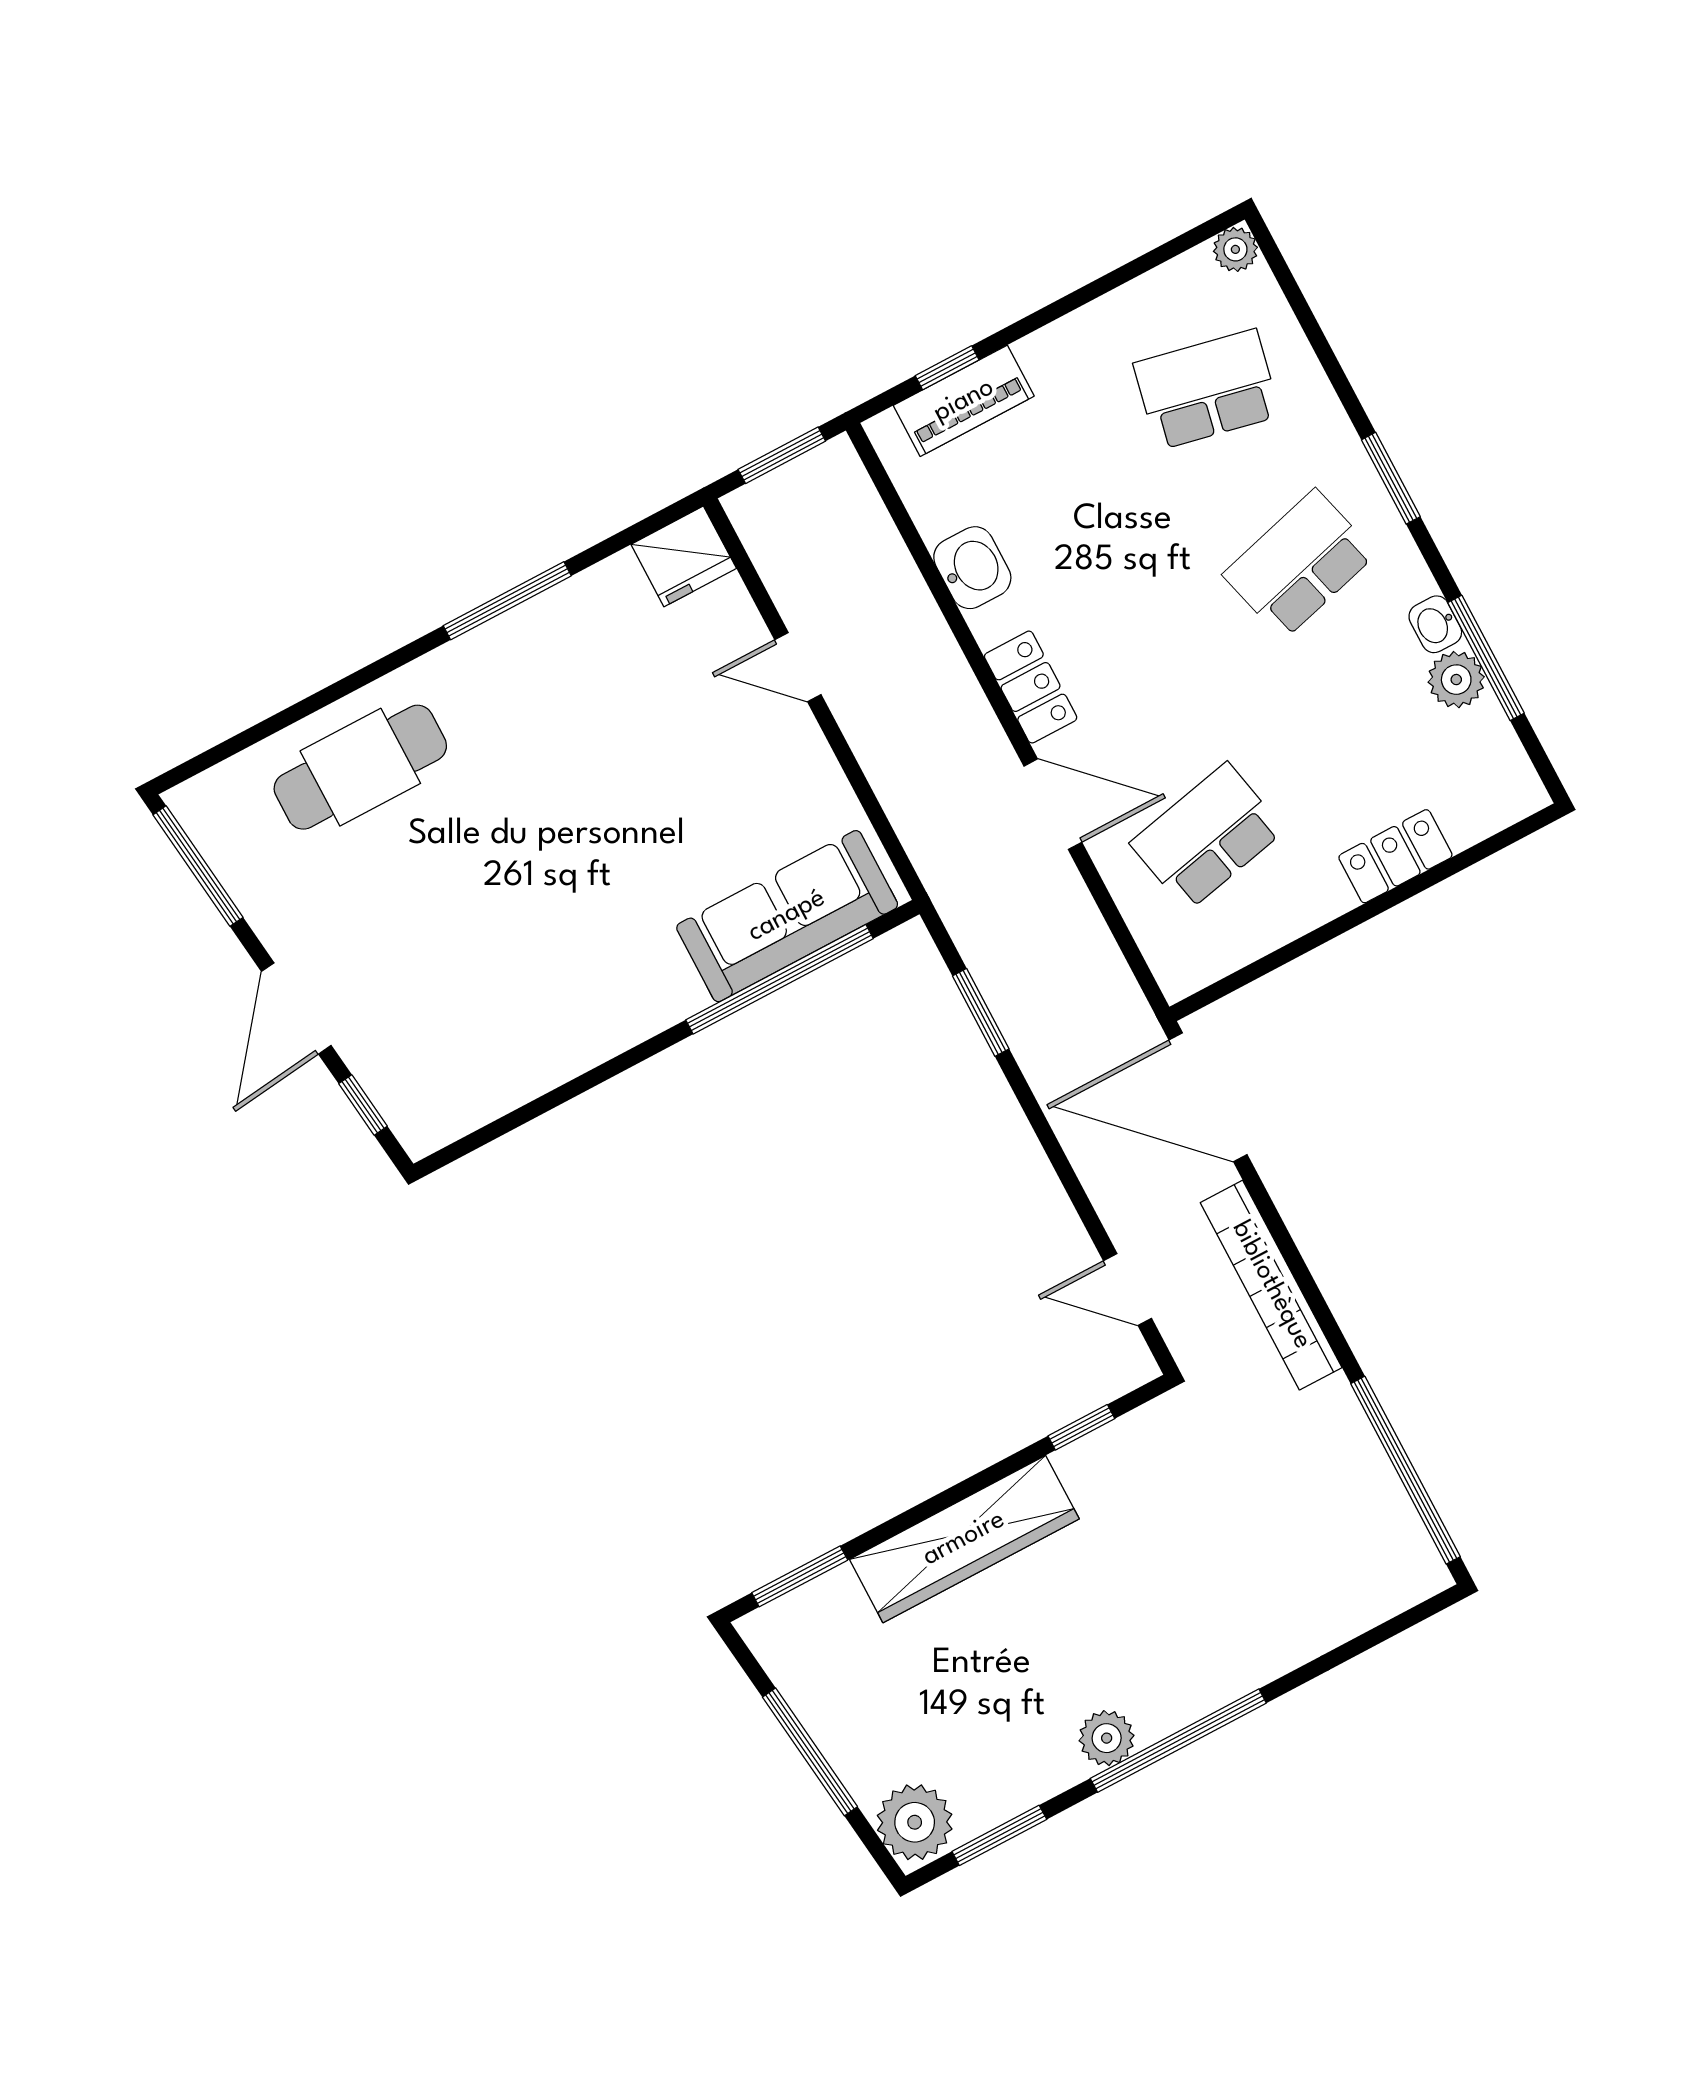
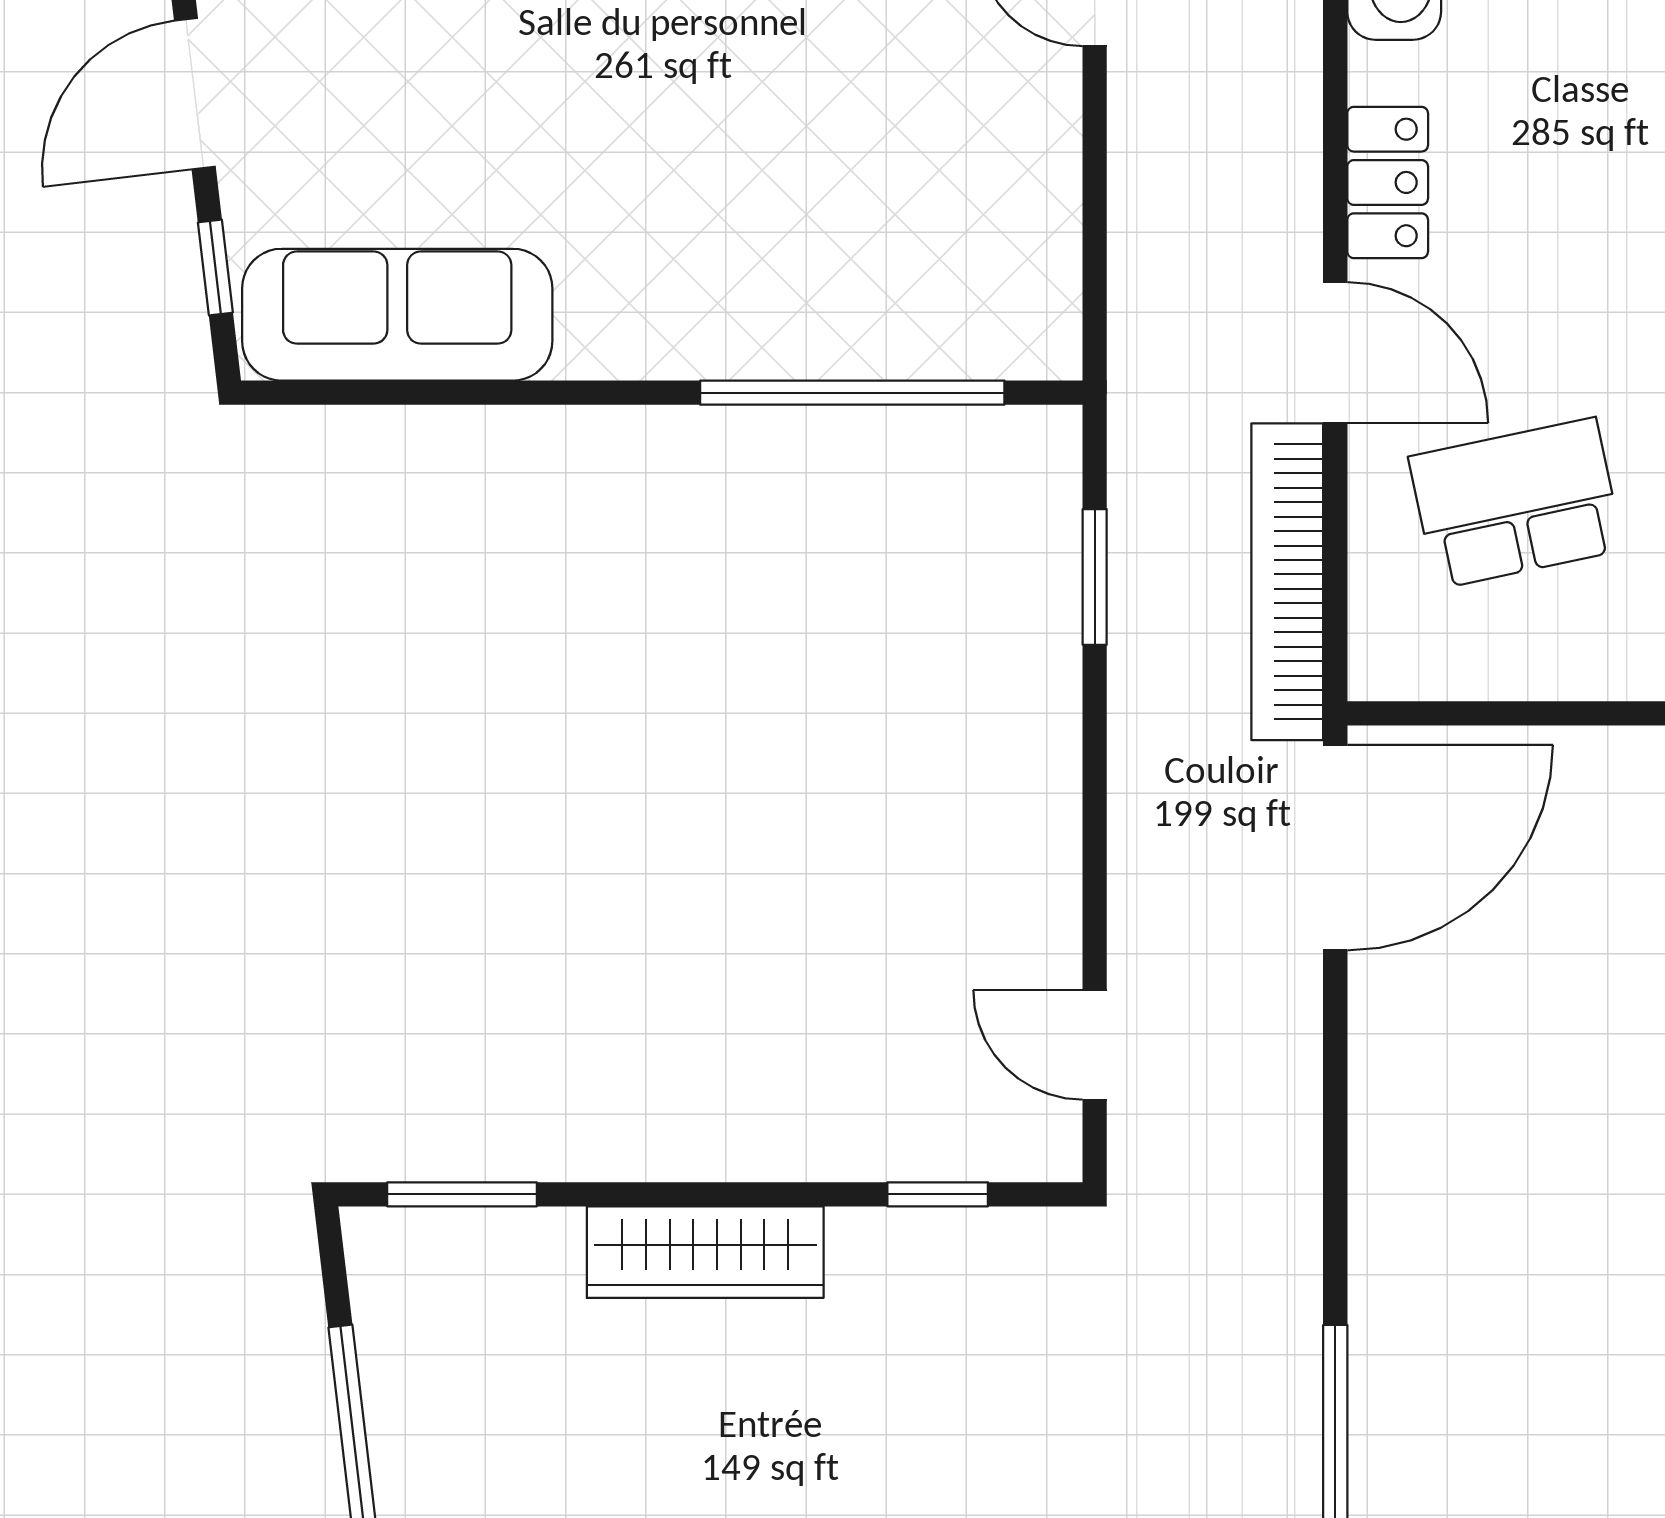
sofa: (787, 916) -> (397, 315), moved
door: (1208, 1097) -> (1335, 848), swing flipped
bookcase: (1271, 1285) -> (1287, 582), moved
wardrobe: (964, 1539) -> (705, 1252), width x0.71, depth x0.85

